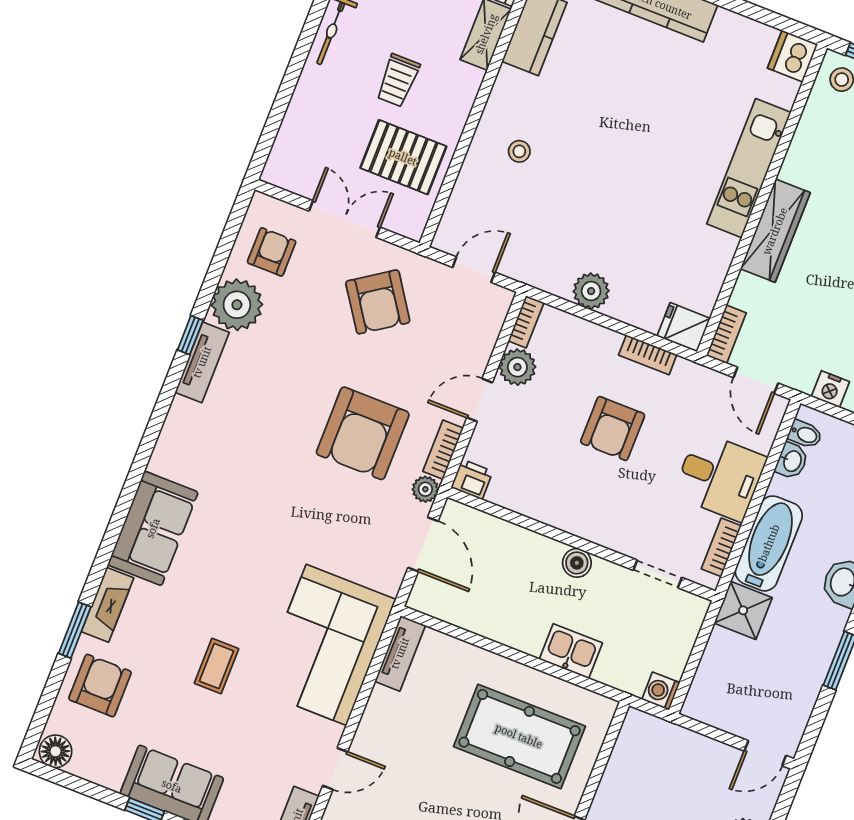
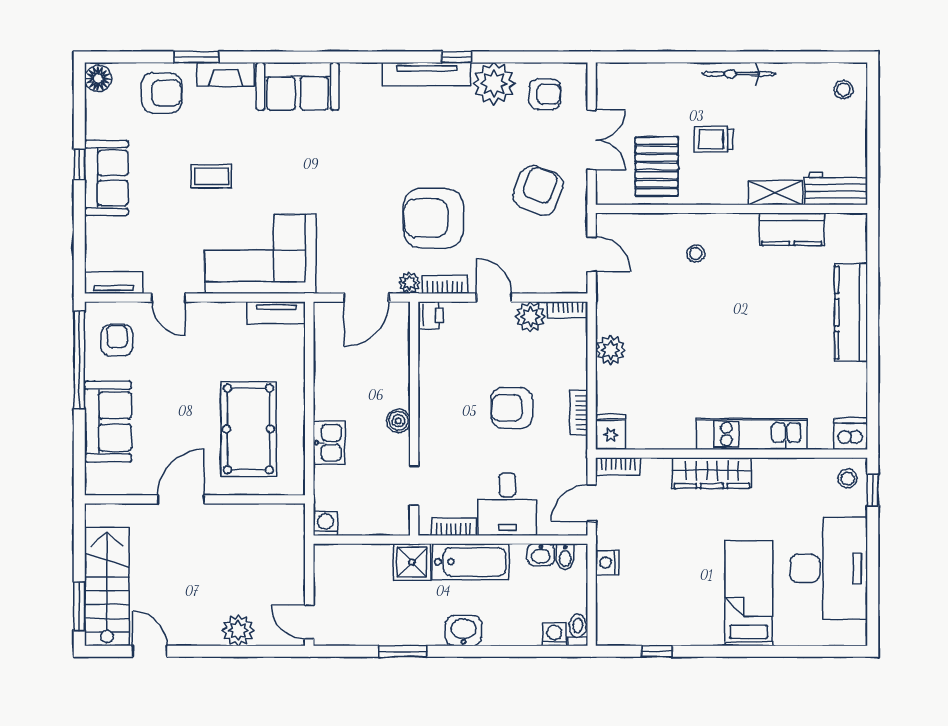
armchair: (378, 302) -> (538, 190), turned 145
tv unit: (202, 362) -> (427, 74), width x1.41

